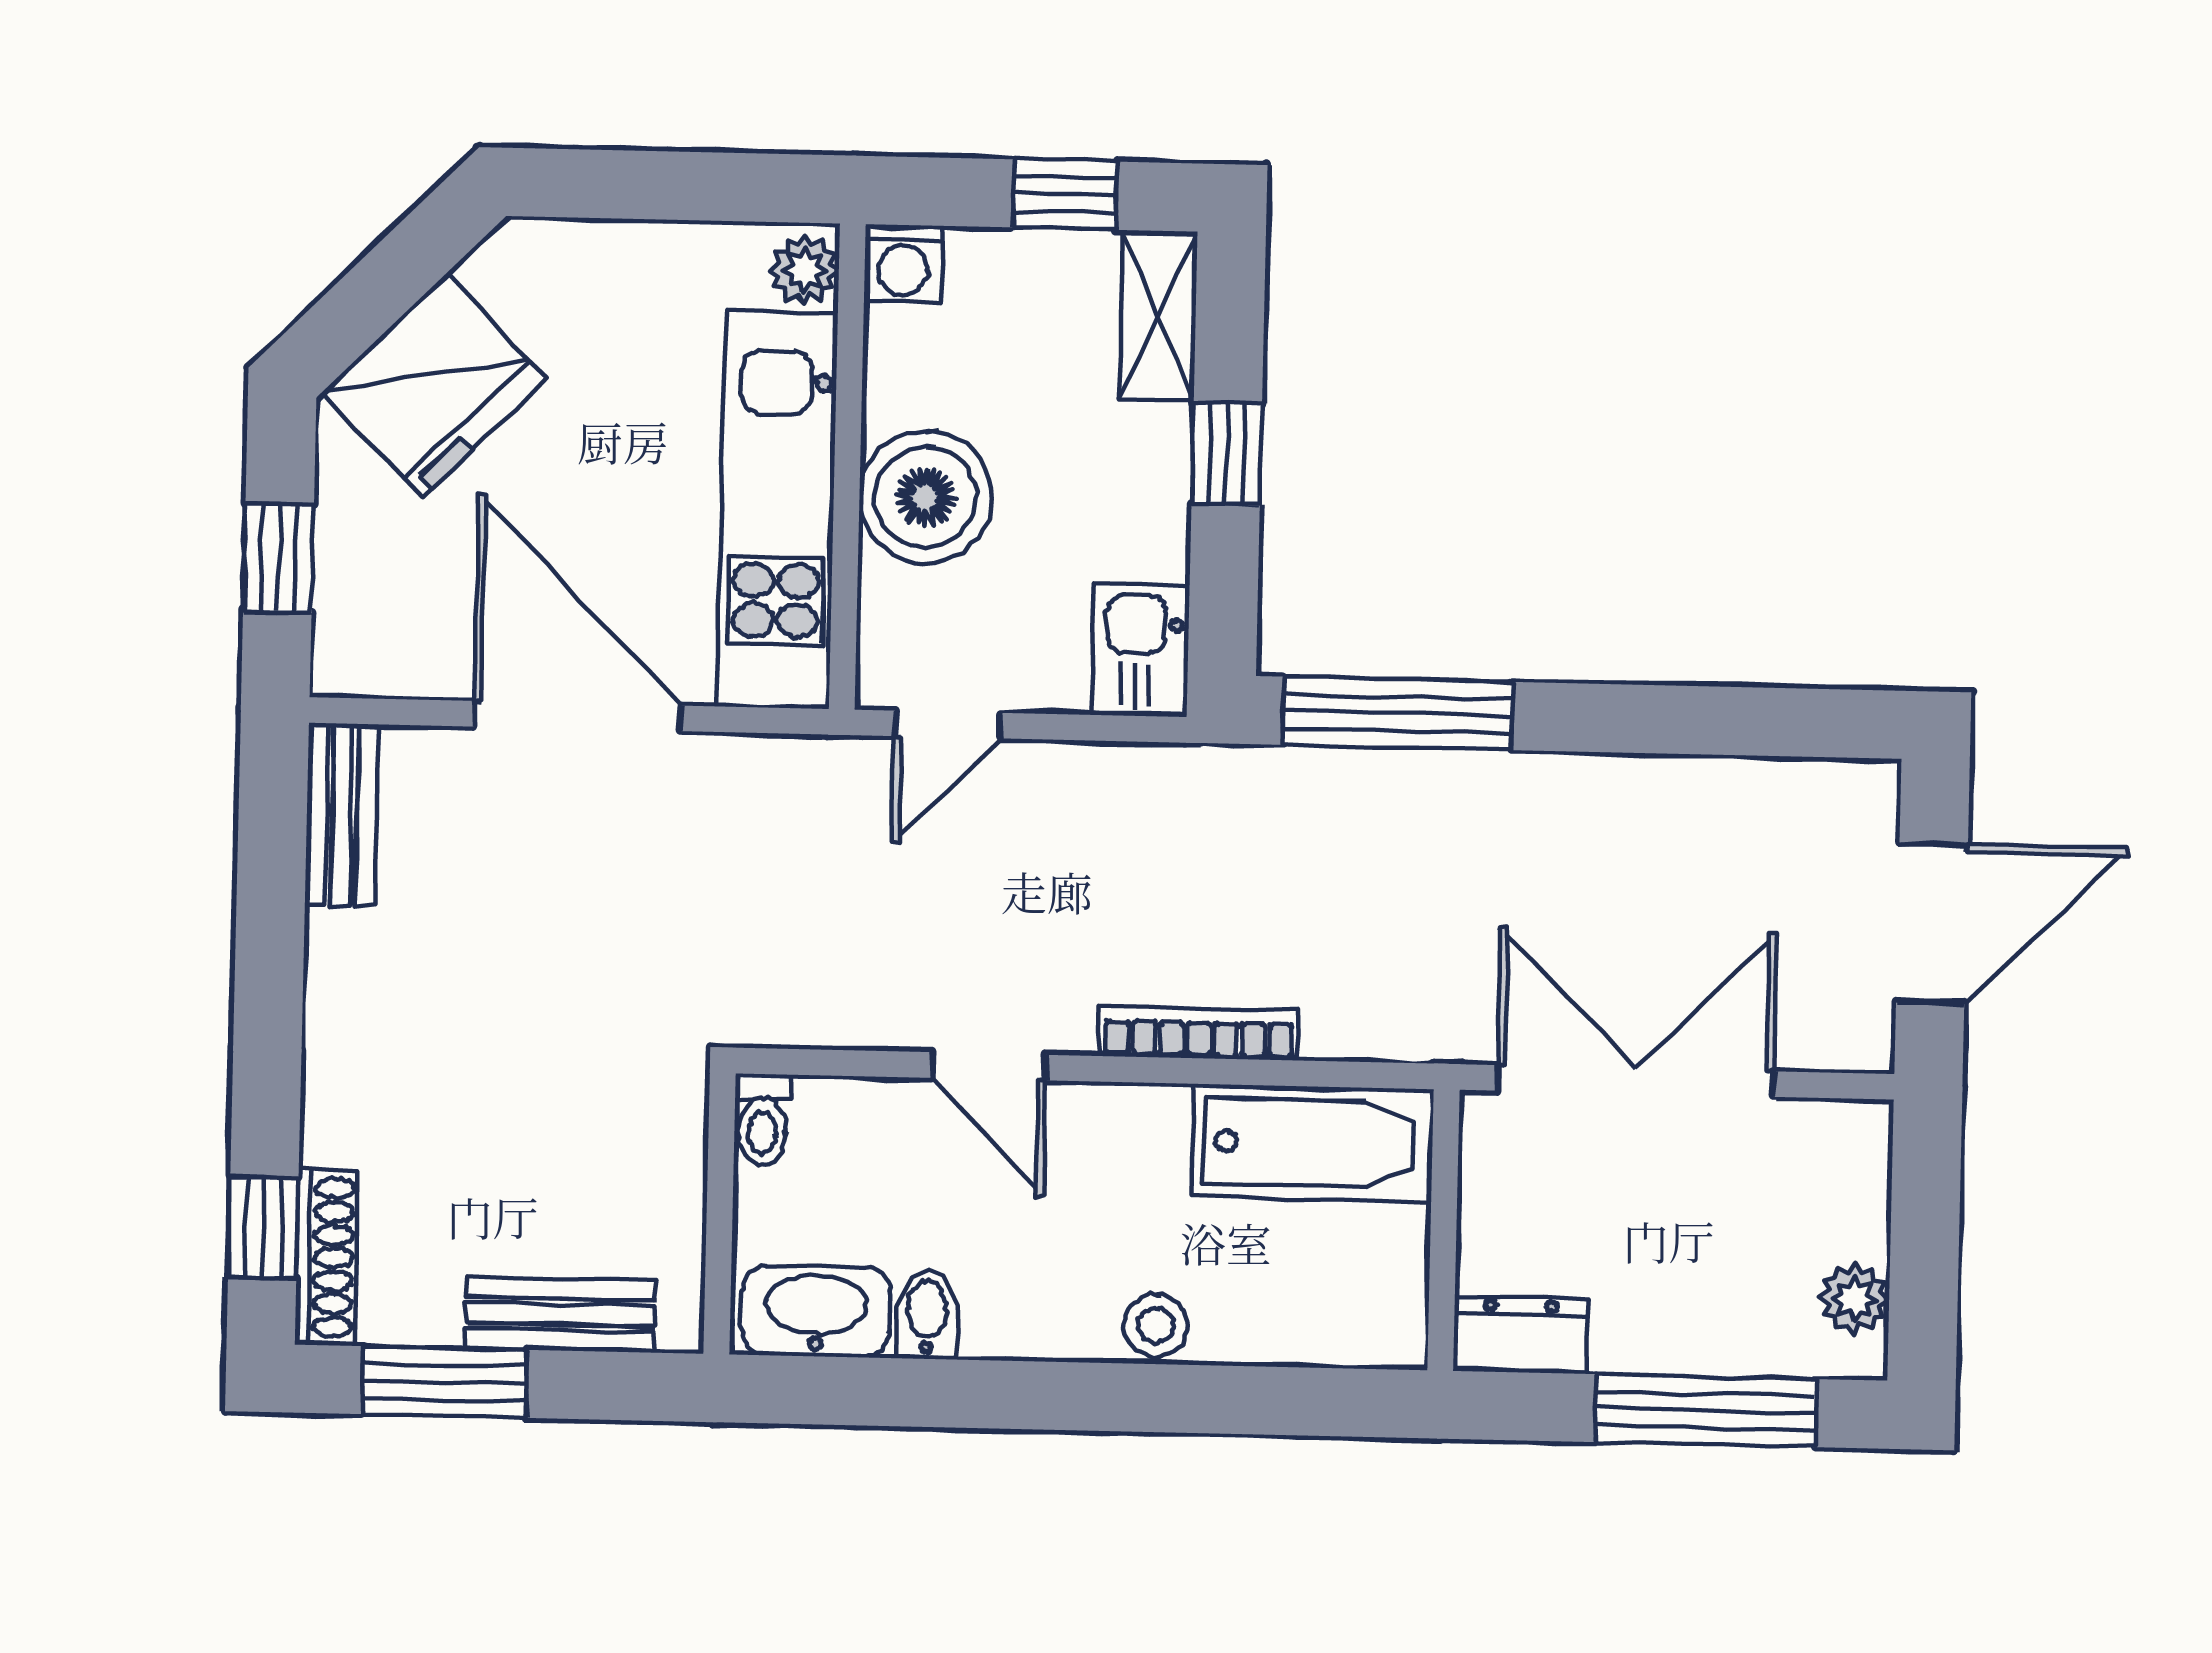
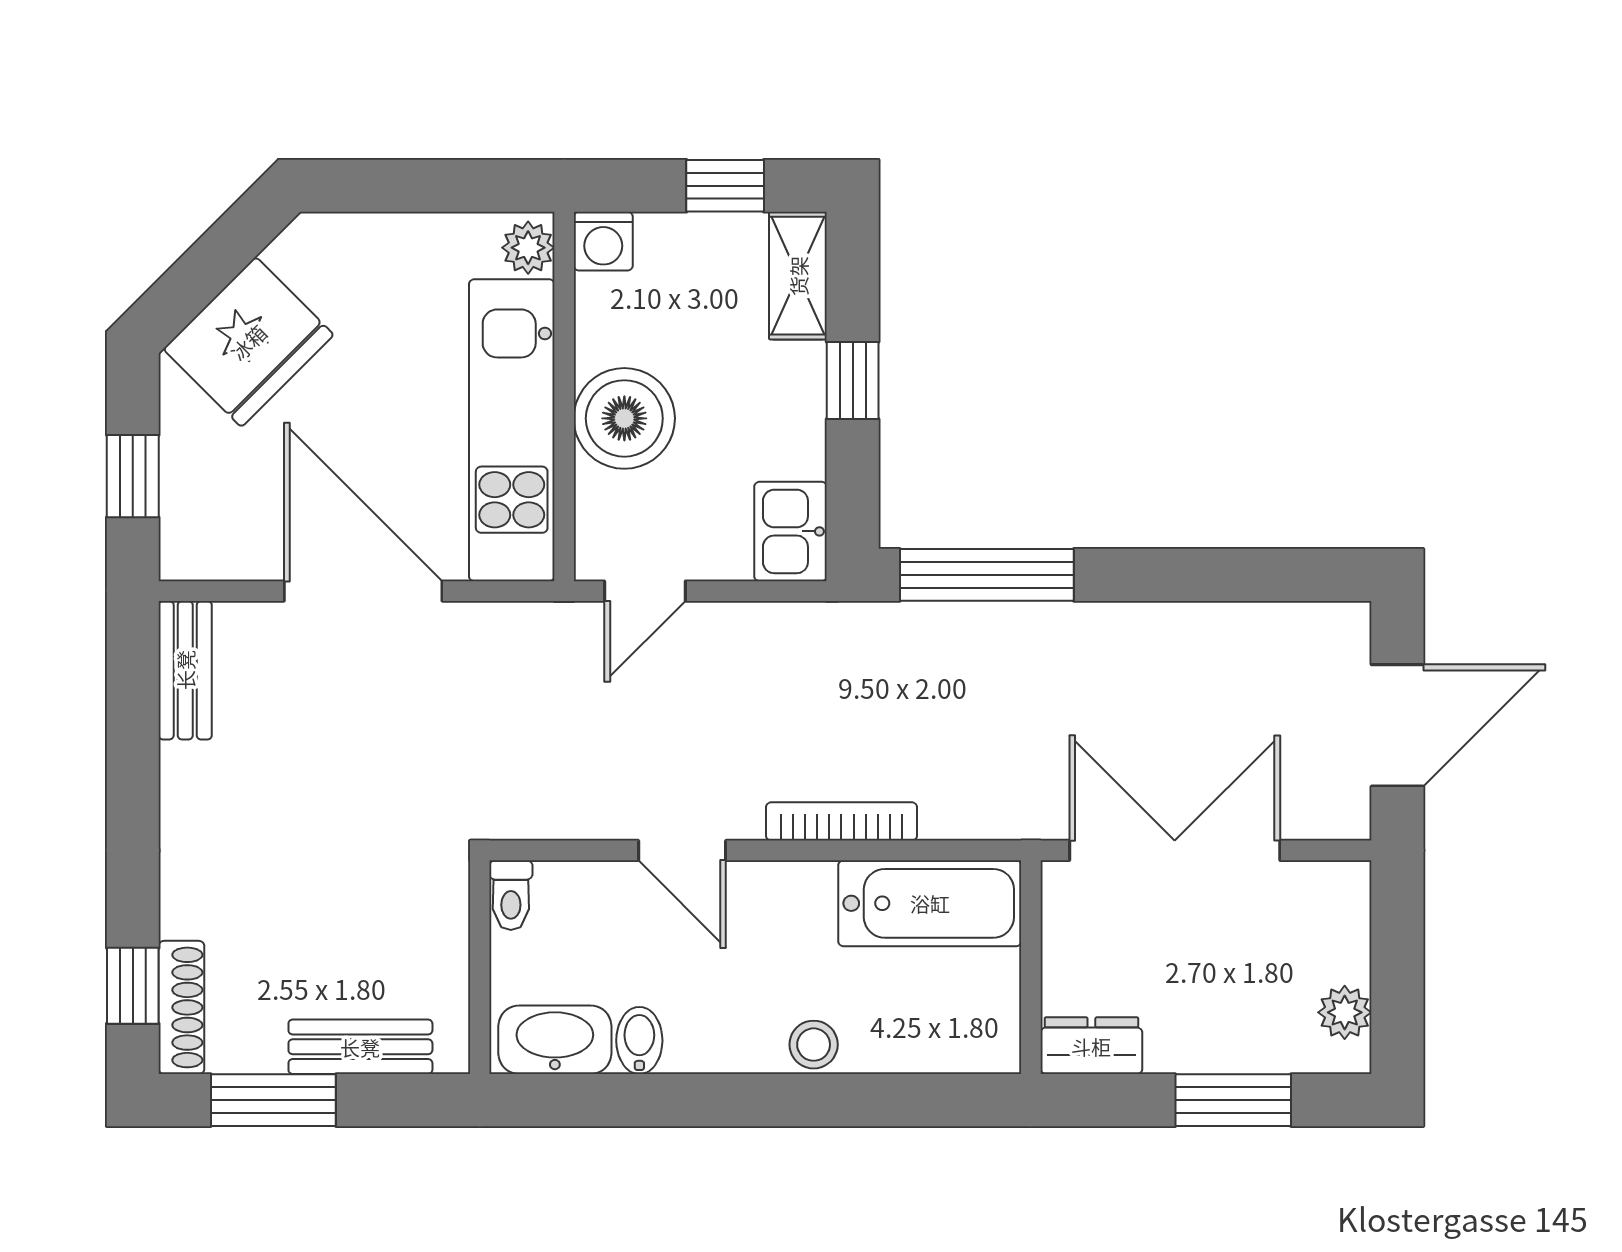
window: (1705, 1411) -> (1233, 1100), width x0.69

